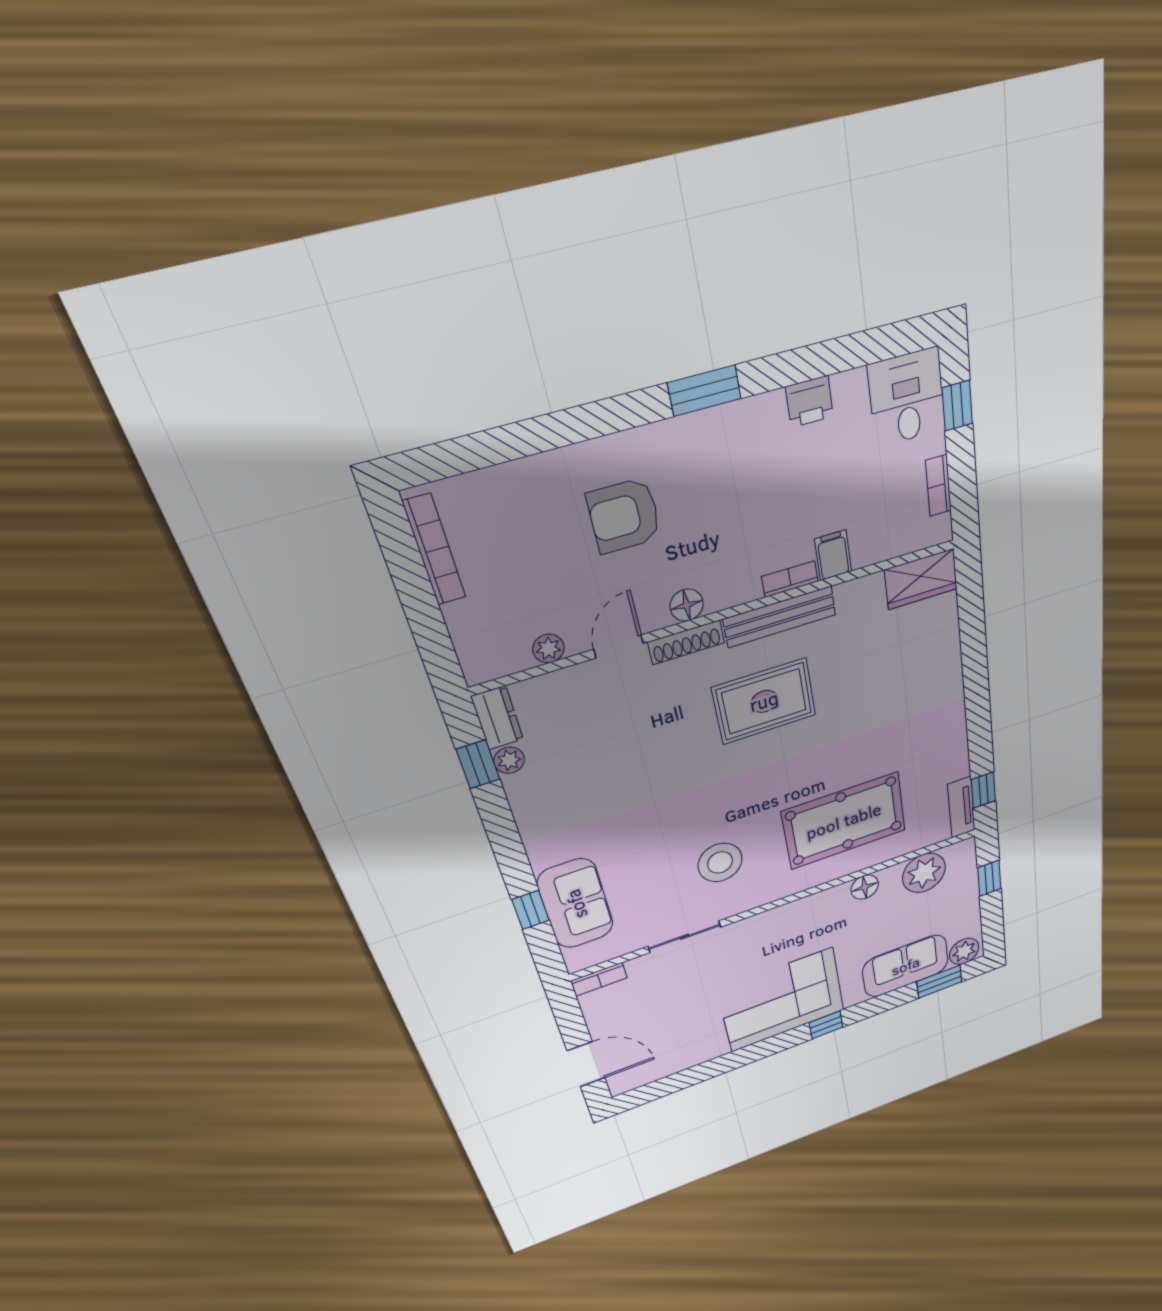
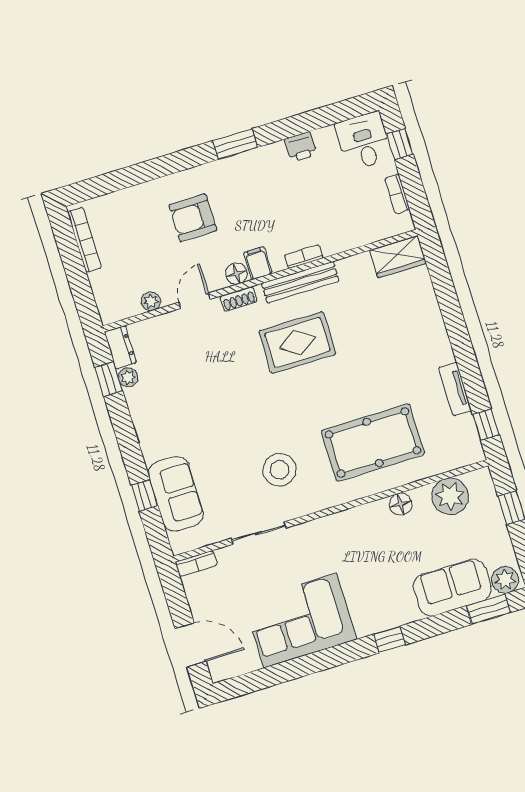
filing cabinet: (833, 555) -> (258, 263), moved
shoe rack: (686, 642) -> (239, 299), width x0.70
tv unit: (961, 807) -> (455, 389), moved
corner sofa: (782, 1000) -> (300, 621), moved

